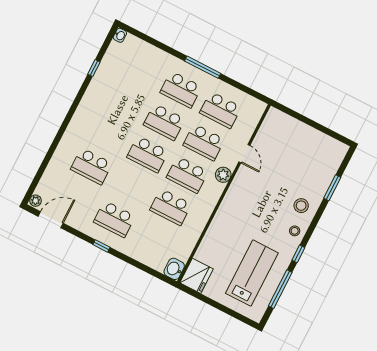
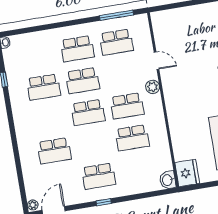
window: (203, 67) -> (116, 15), moved
school desk: (204, 142) -> (44, 87), moved

